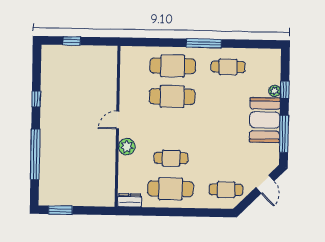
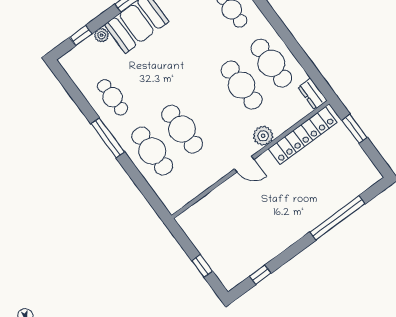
window: (285, 90) -> (81, 35), moved
window: (36, 99) -> (260, 275), moved
cafe table: (171, 158) -> (242, 85), width x1.37, depth x1.35
locker: (107, 173) -> (303, 136), added
window: (60, 210) -> (354, 129), moved

